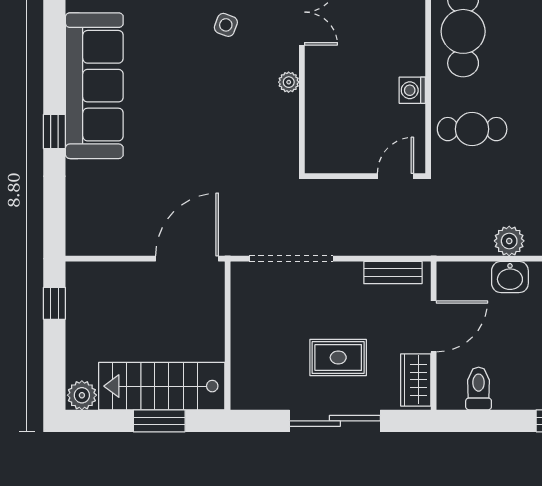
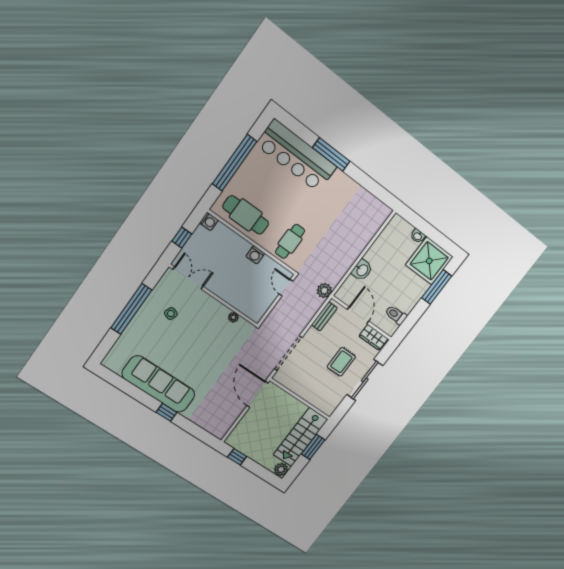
plant: (289, 82) -> (233, 317), moved
plant: (509, 241) -> (324, 291), moved

